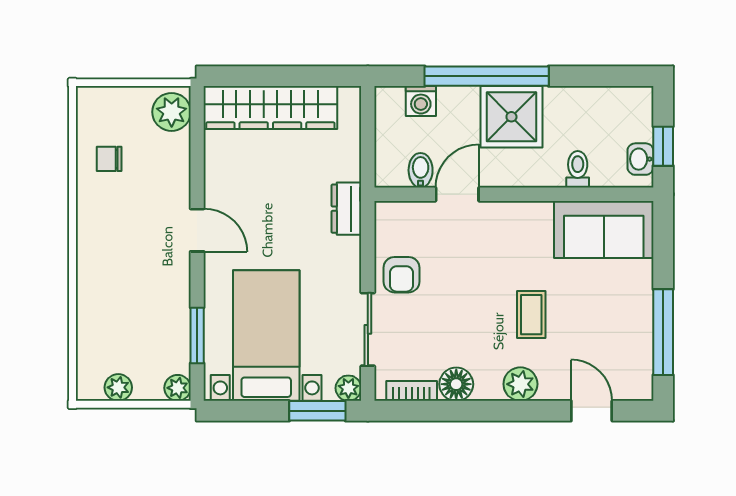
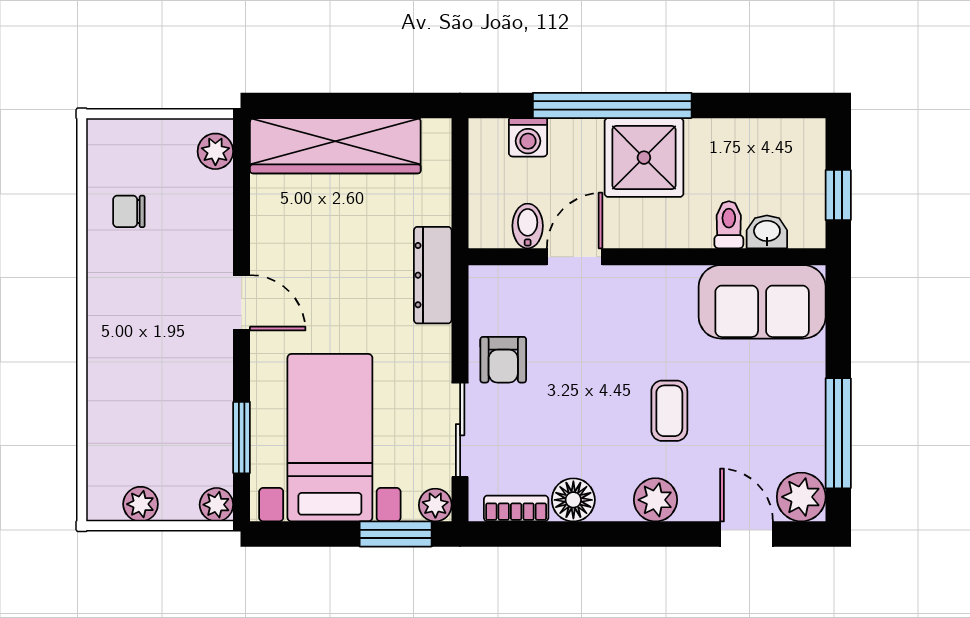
plant: (172, 112) -> (215, 151), width x0.73, depth x0.73
washbasin: (640, 159) -> (767, 232), moved, turned 90
dresser: (346, 209) -> (433, 275), width x1.44
plant: (634, 382) -> (801, 497), added

